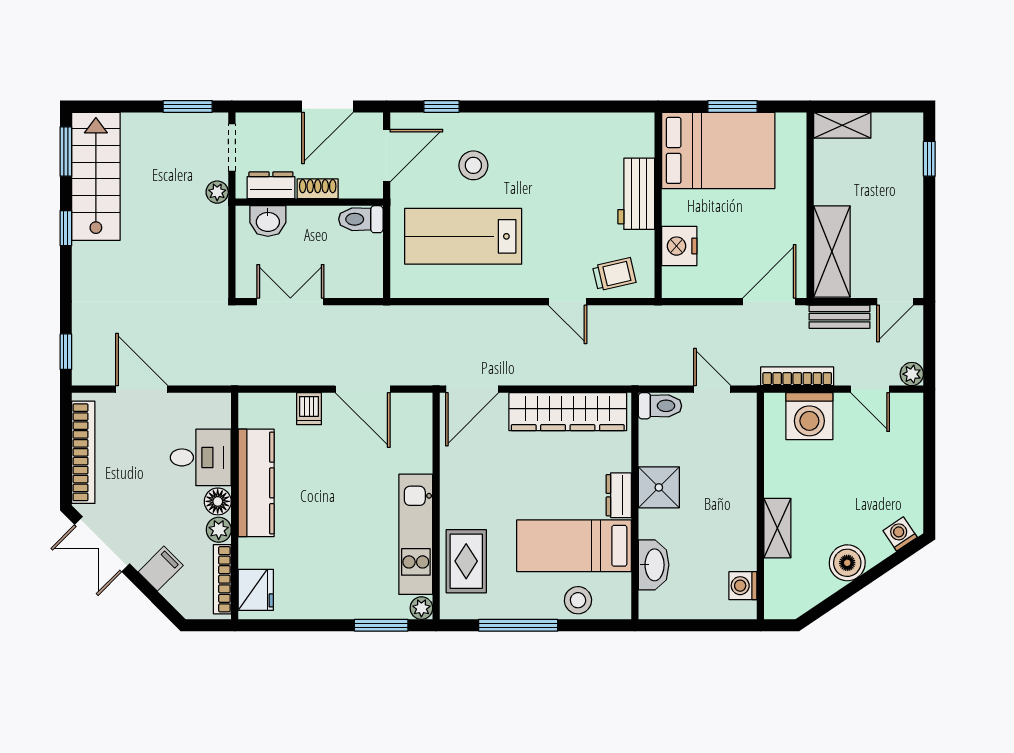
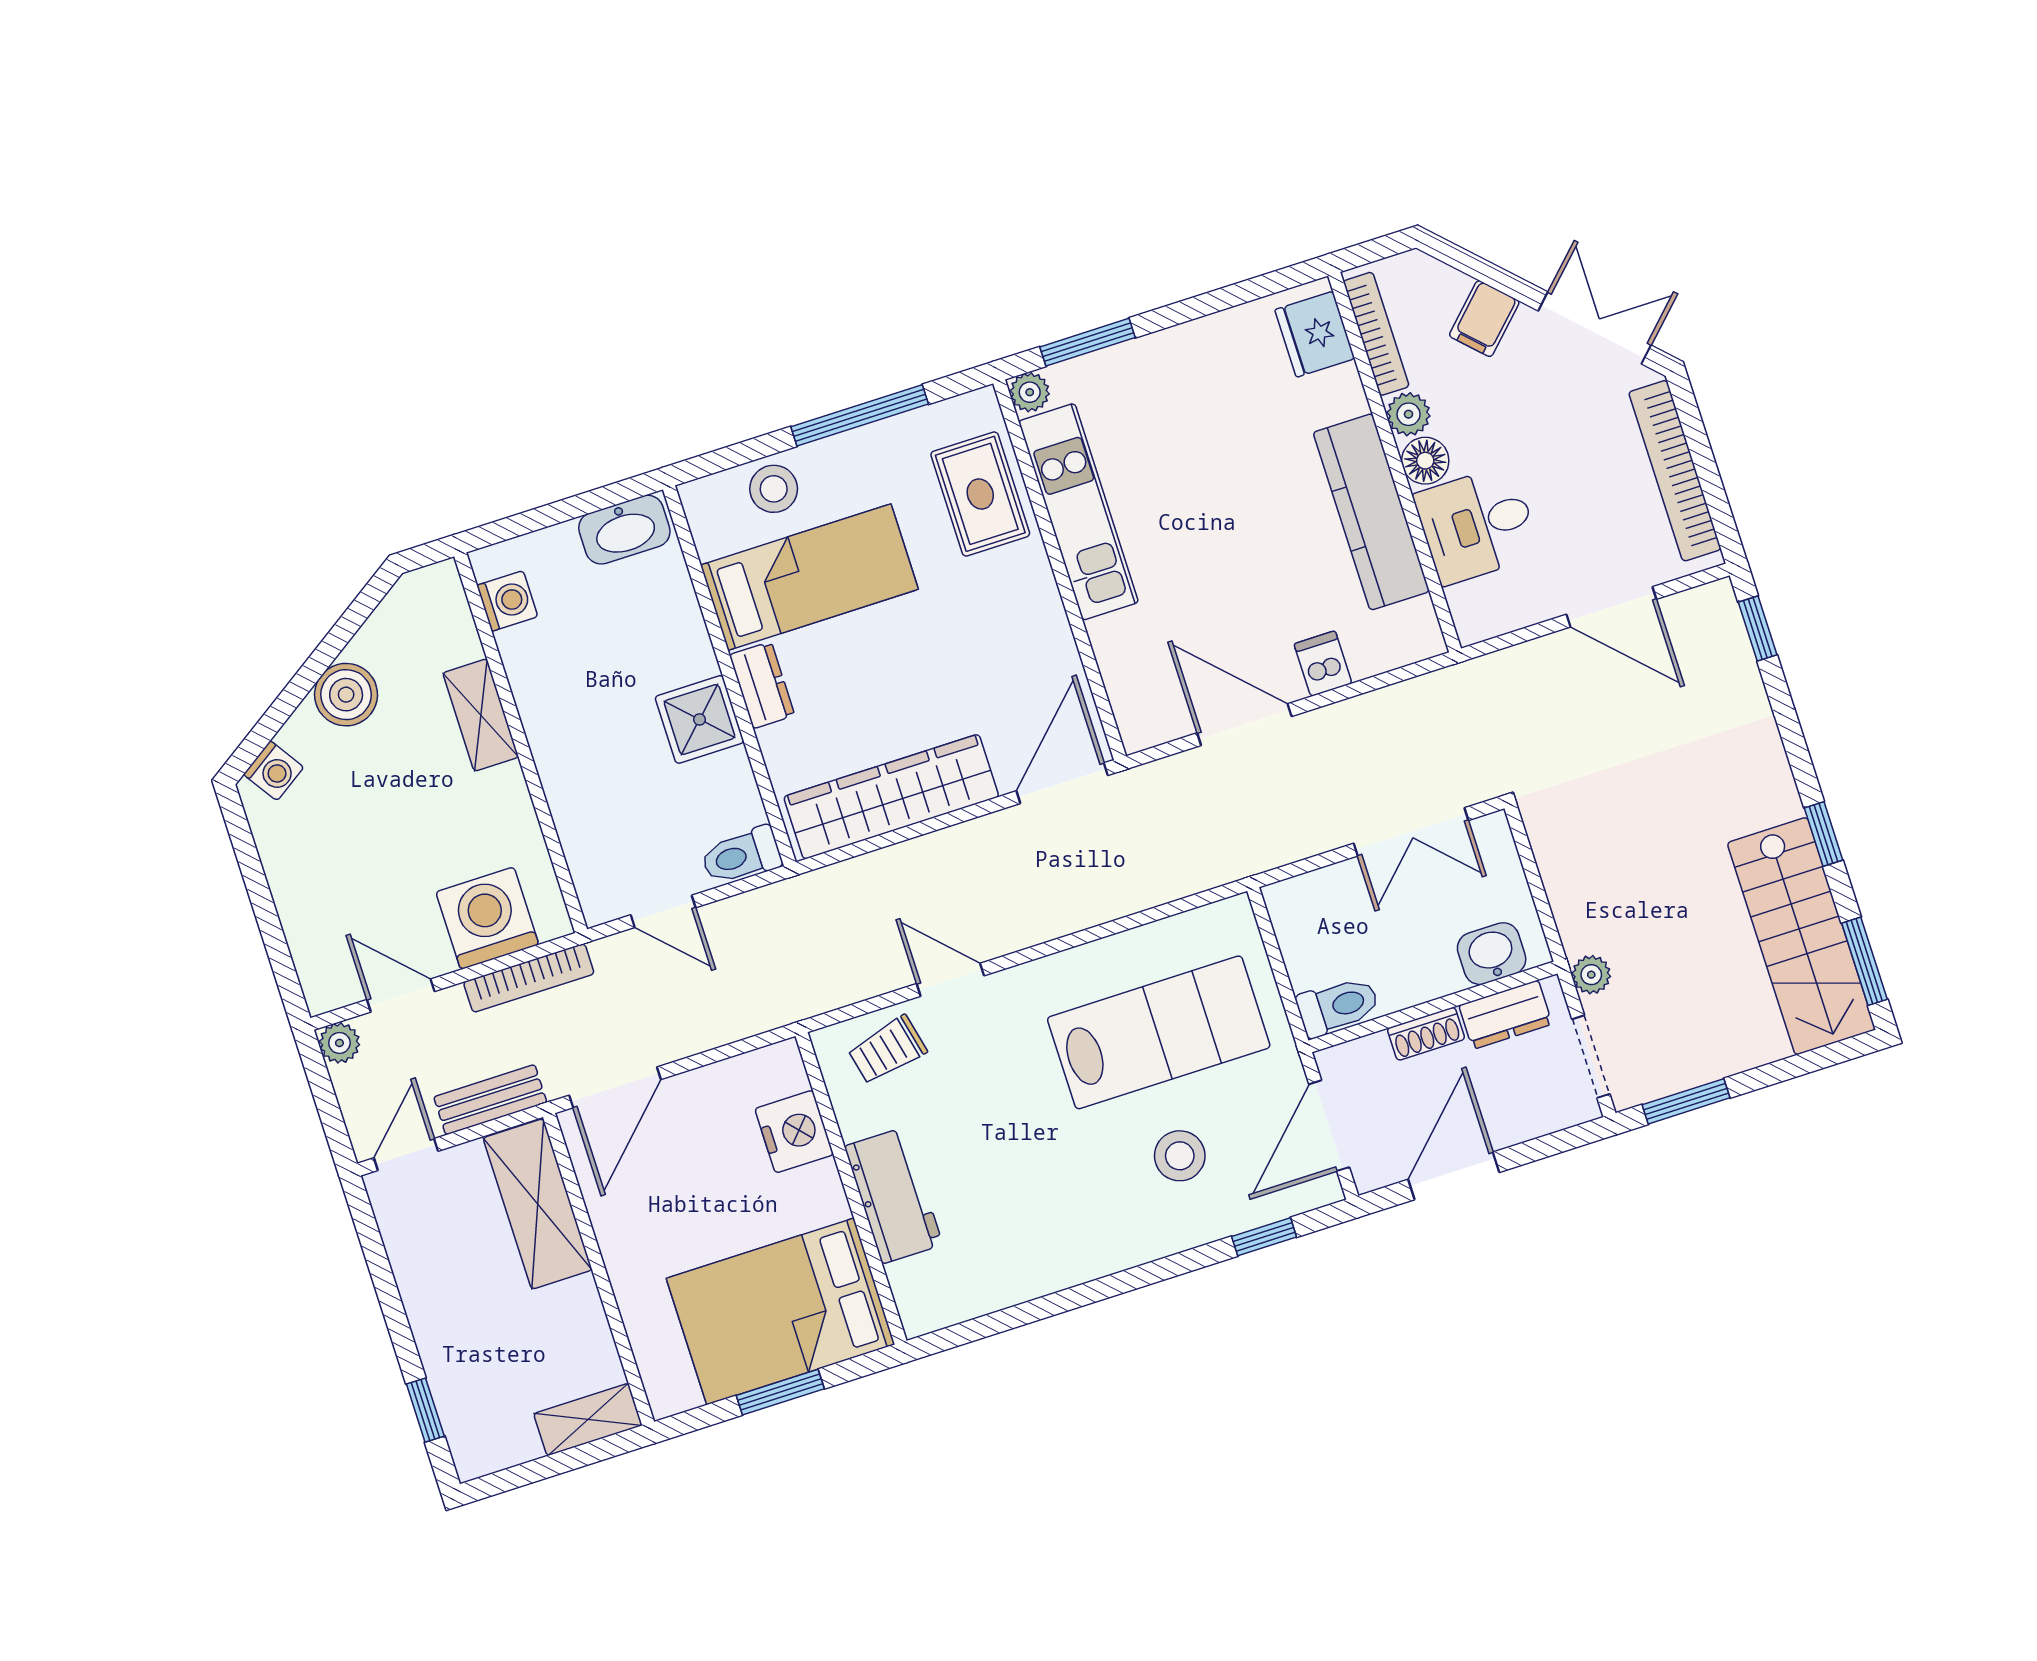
washbasin: (654, 565) -> (624, 530), moved, turned -90

